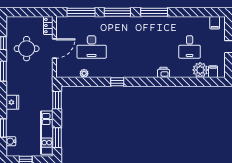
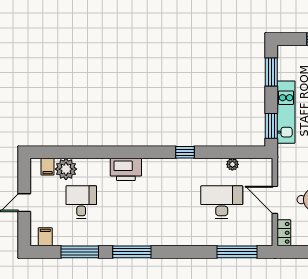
window: (117, 12) -> (80, 252), moved
door: (54, 48) -> (275, 200), hinge flipped
printer: (163, 72) -> (126, 169), width x1.87, depth x1.48
kitchen unit: (47, 133) -> (286, 112), moved

